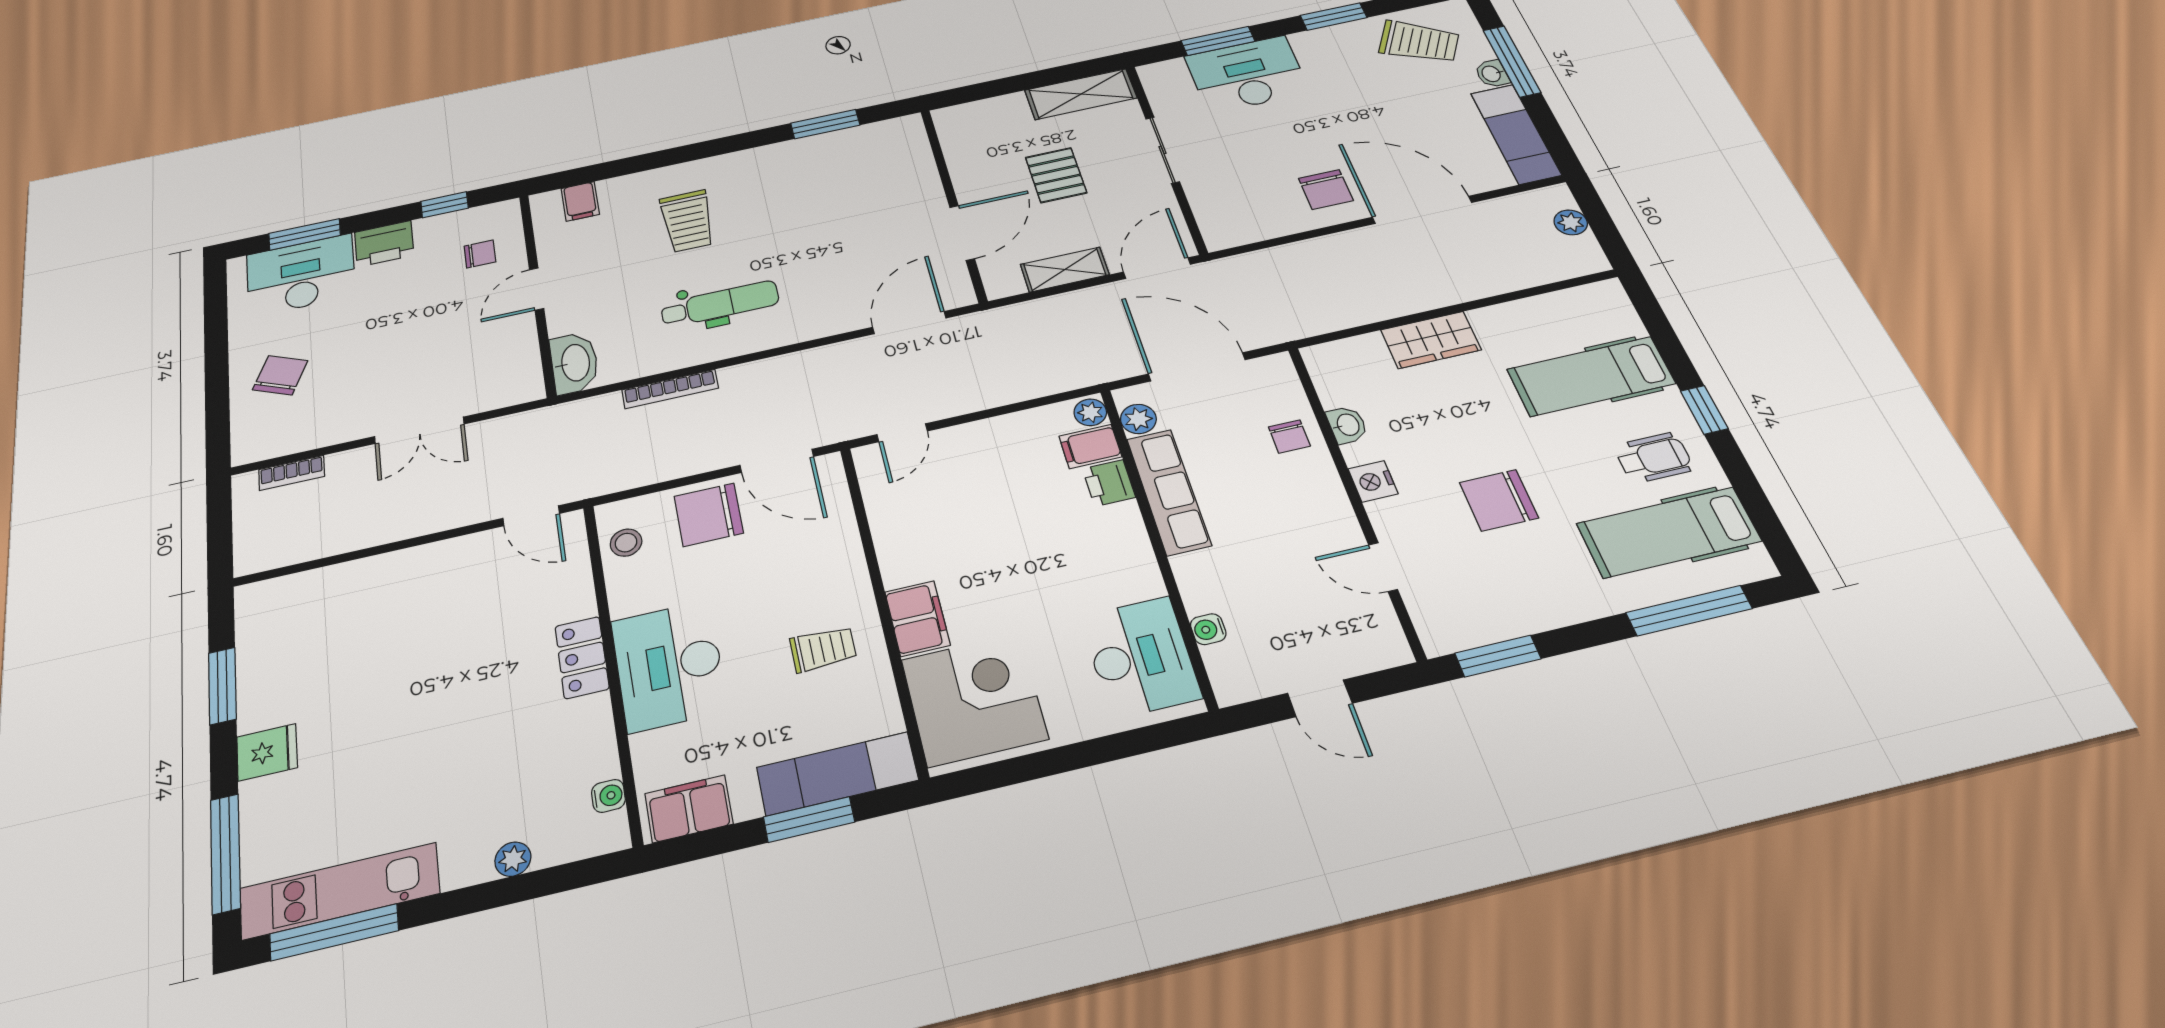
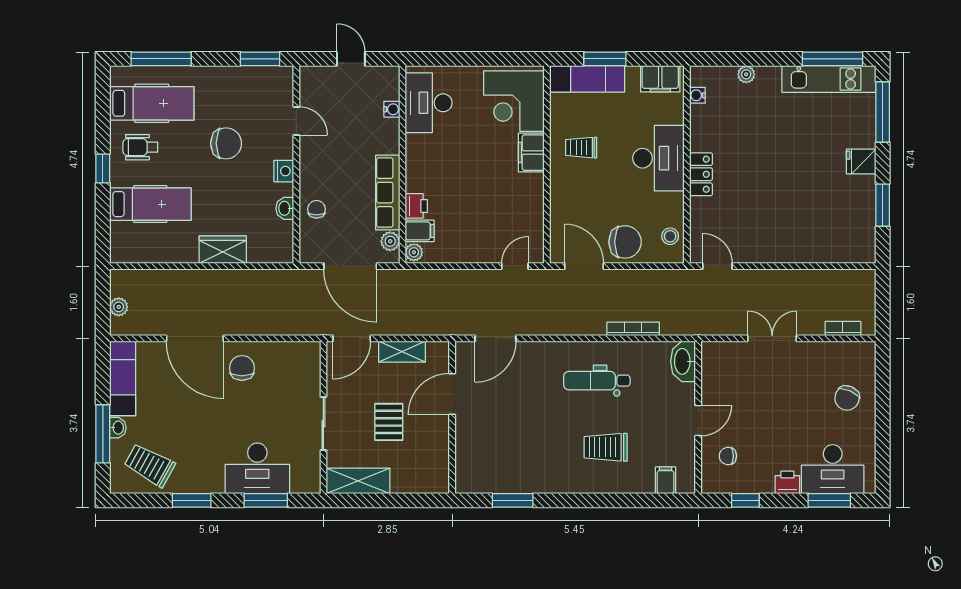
trolley: (687, 221) -> (606, 447), turned -90
printer: (384, 244) -> (787, 482), width x0.73, depth x0.81

